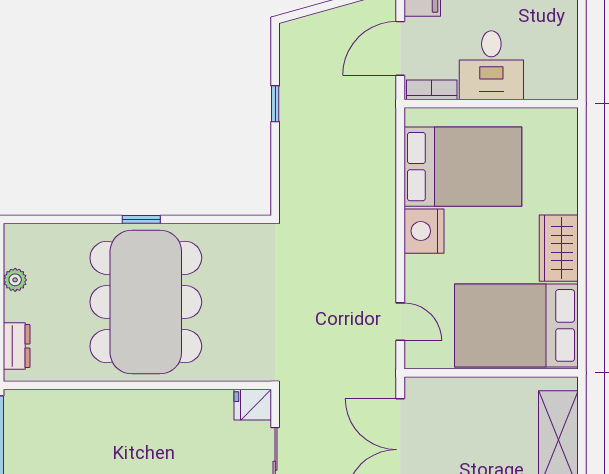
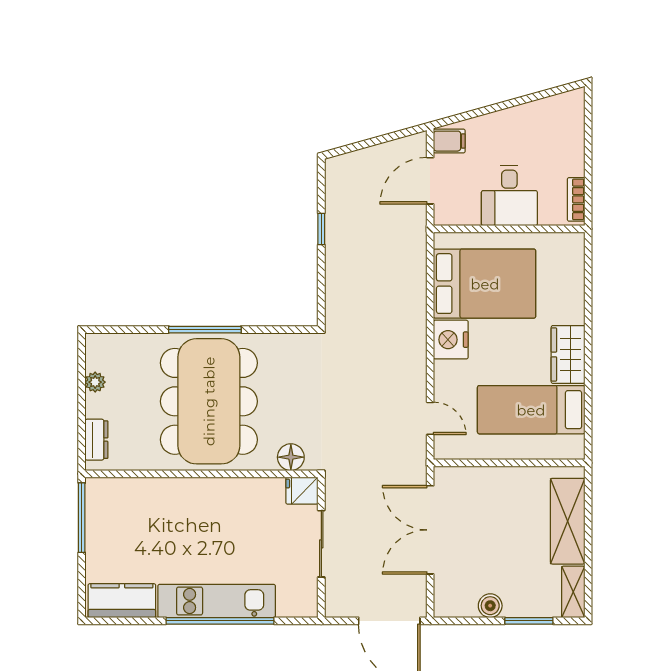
bookcase: (432, 90) -> (576, 199), moved, turned -90
window: (141, 219) -> (205, 330), width x2.17
bed: (516, 325) -> (531, 410), width x0.67
floor lamp: (240, 366) -> (291, 457), added

